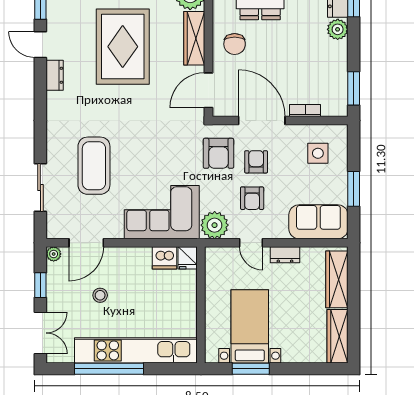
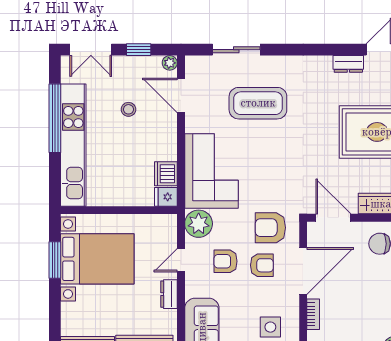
bed with nightstands: (250, 326) -> (97, 259), width x1.36

